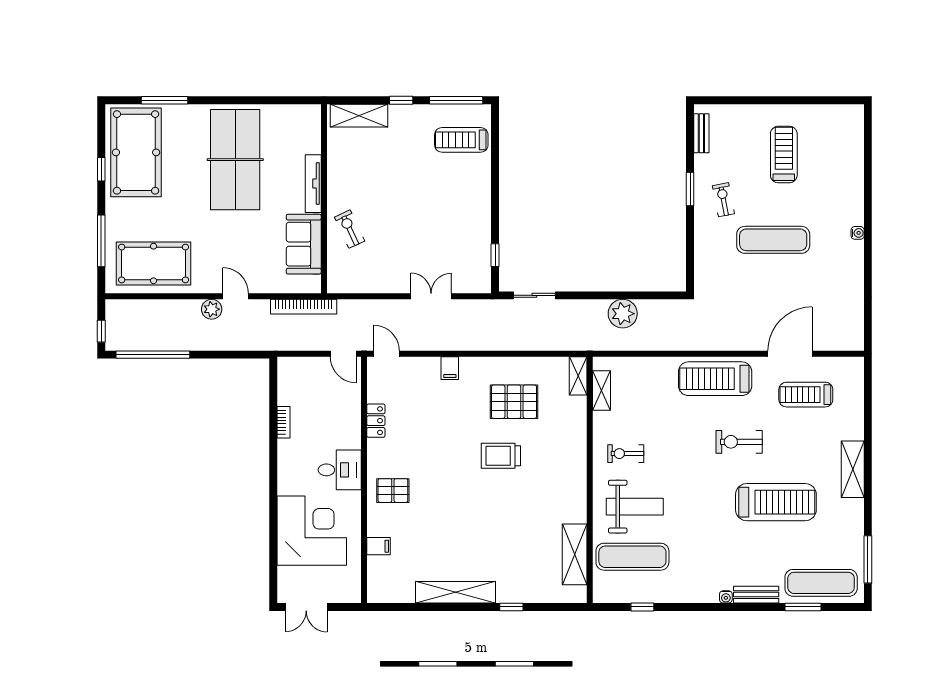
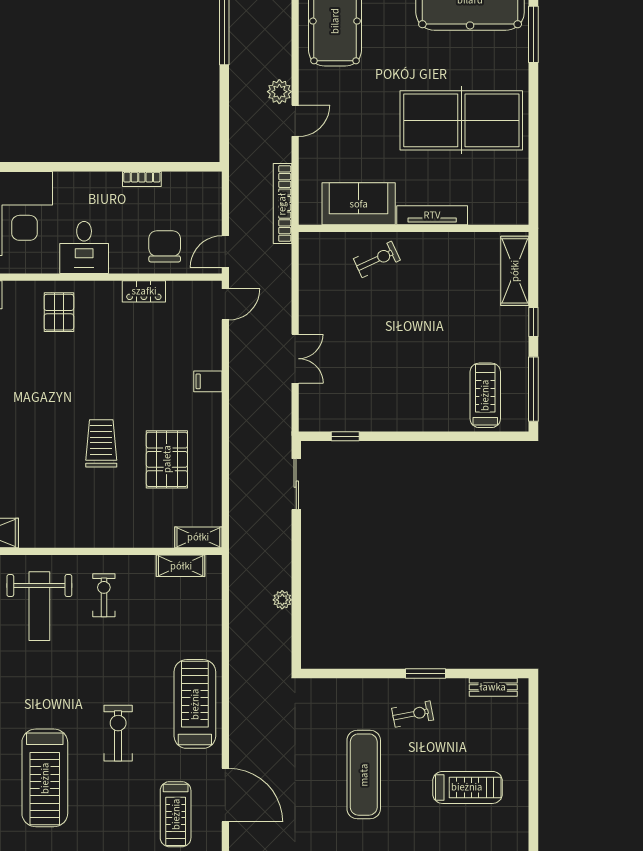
plant: (623, 314) -> (282, 600), width x0.53, depth x0.53
treadmill: (806, 395) -> (176, 814), turned 180
chair: (339, 404) -> (165, 246), added

